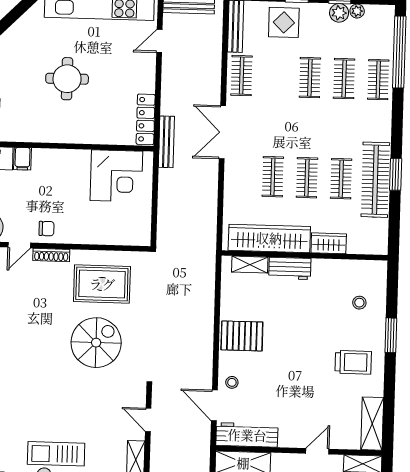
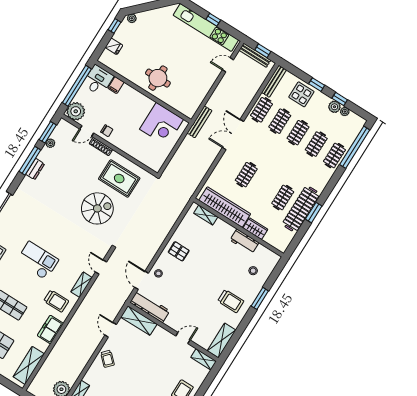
round table: (67, 79) -> (158, 78), moved
locker: (146, 119) -> (195, 103), removed
clothes rail: (307, 178) -> (280, 121), moved
workbench: (290, 268) -> (244, 241), moved
pallet: (242, 336) -> (179, 251), width x0.67, depth x0.71

